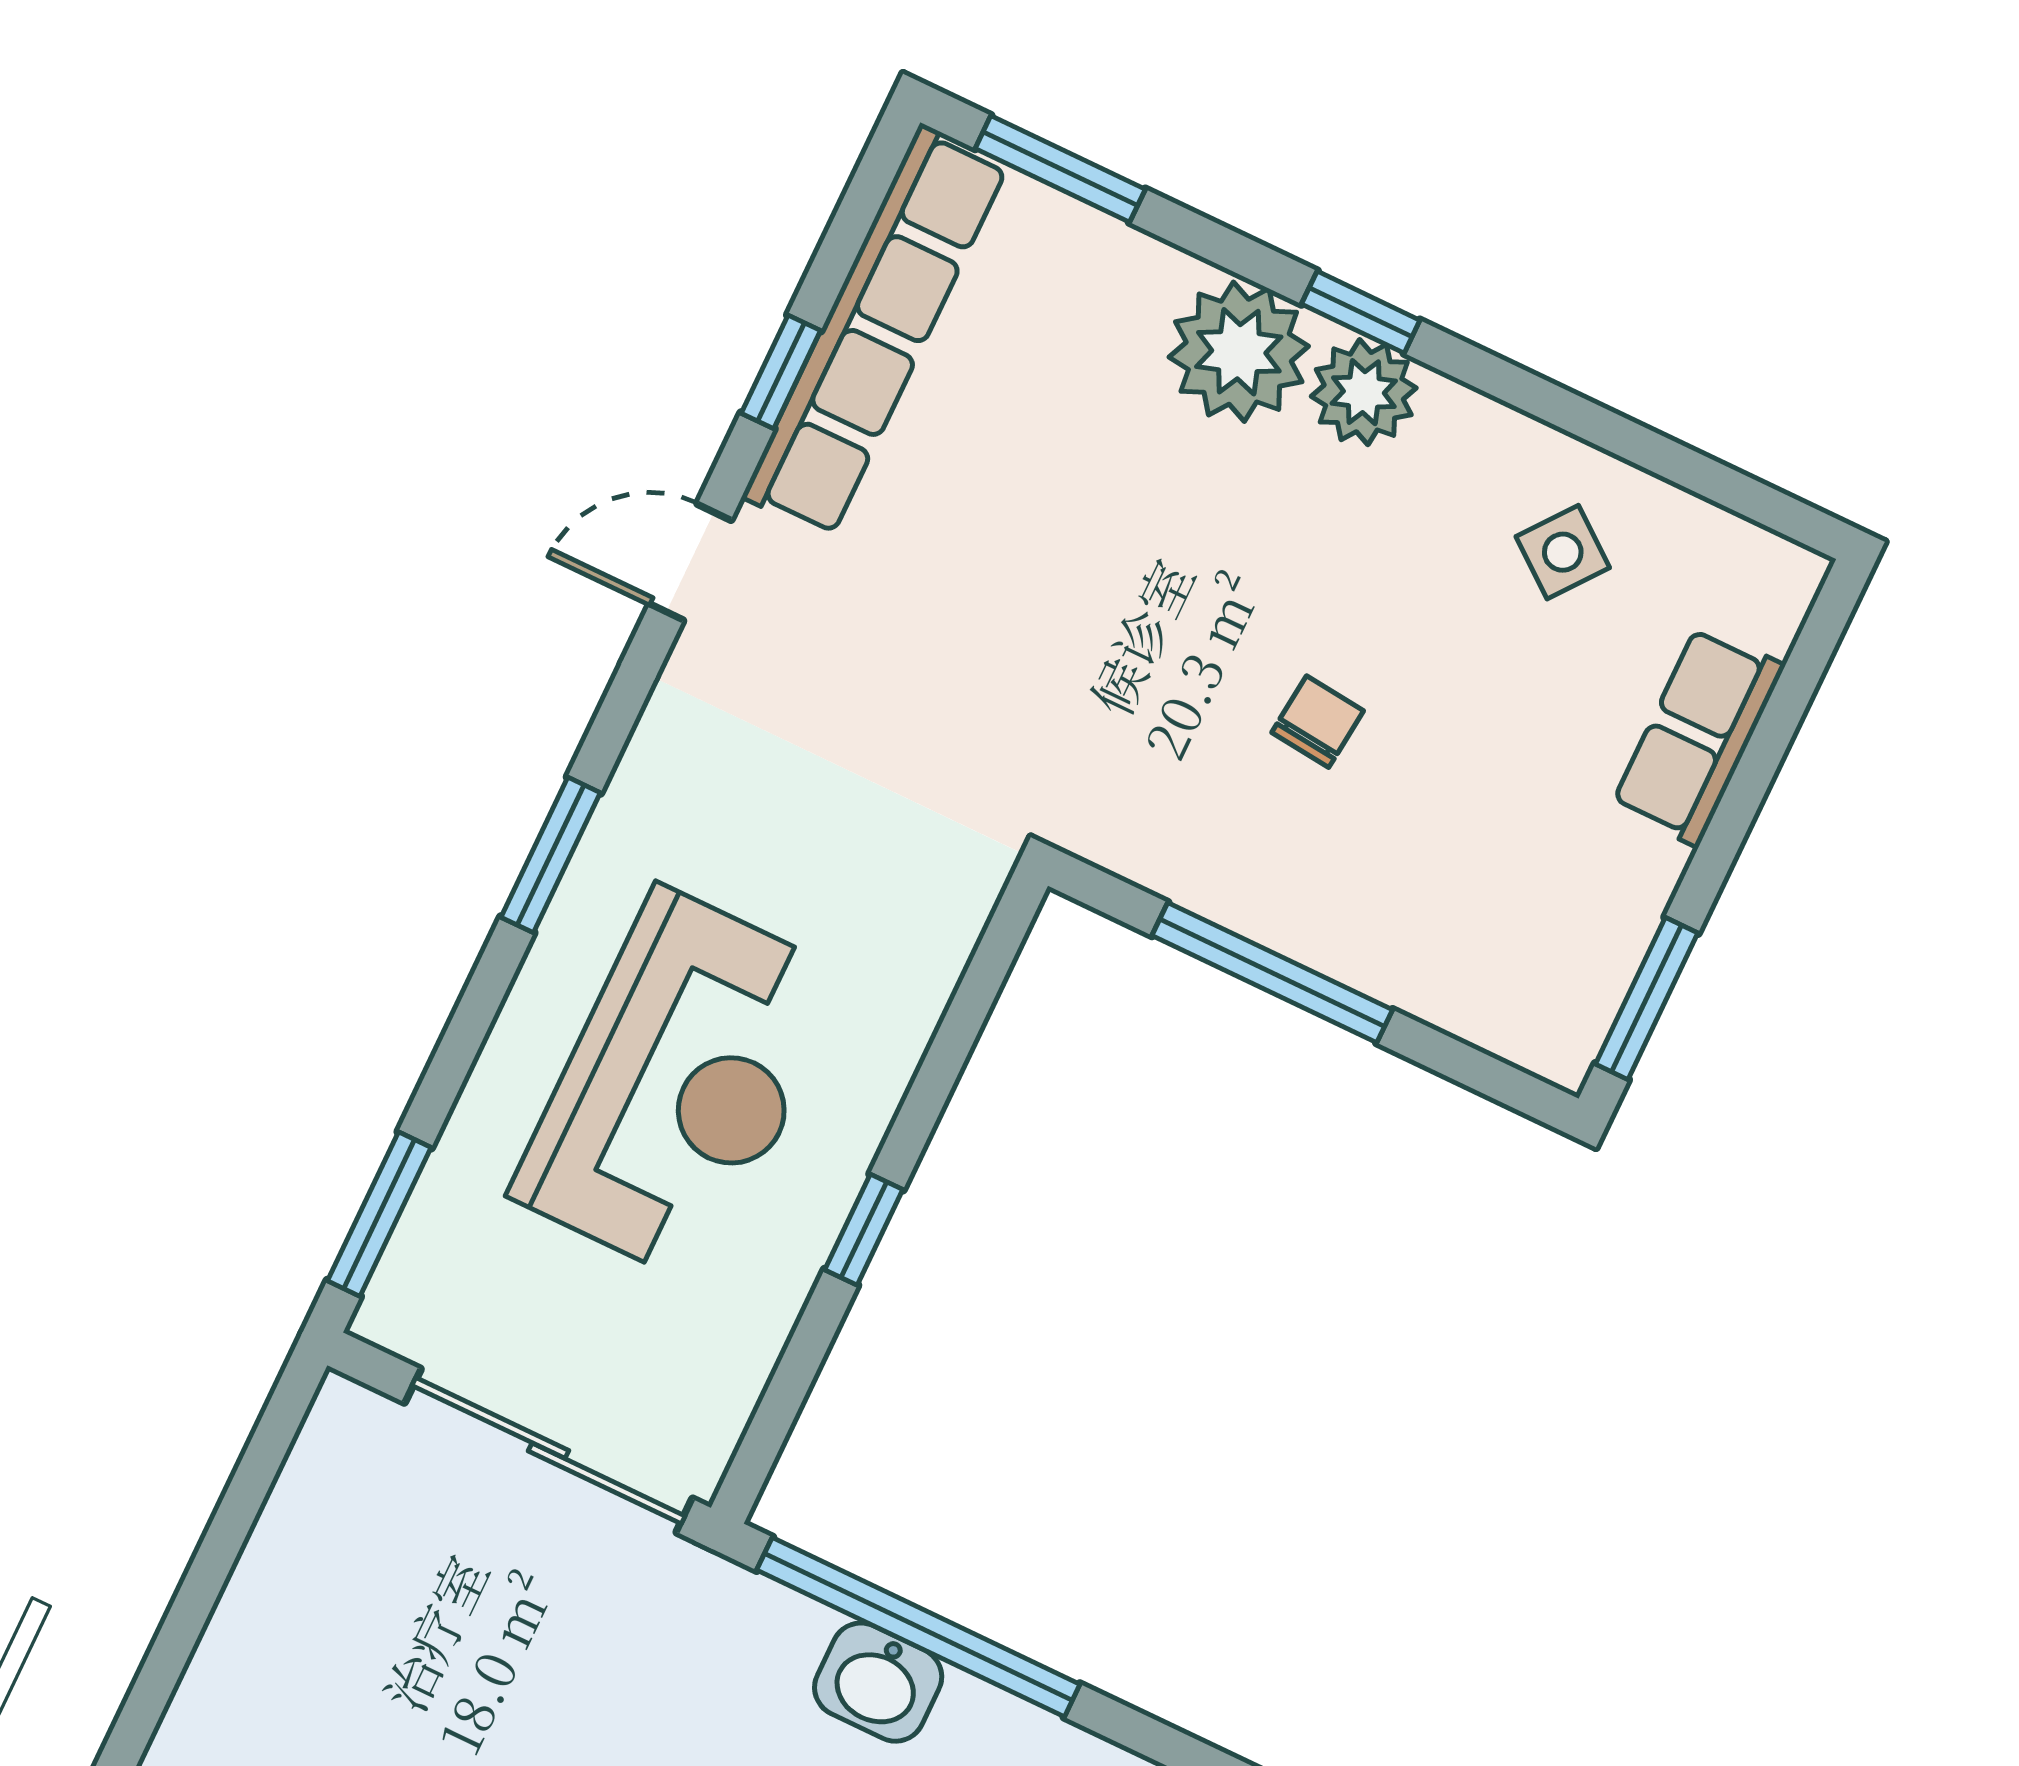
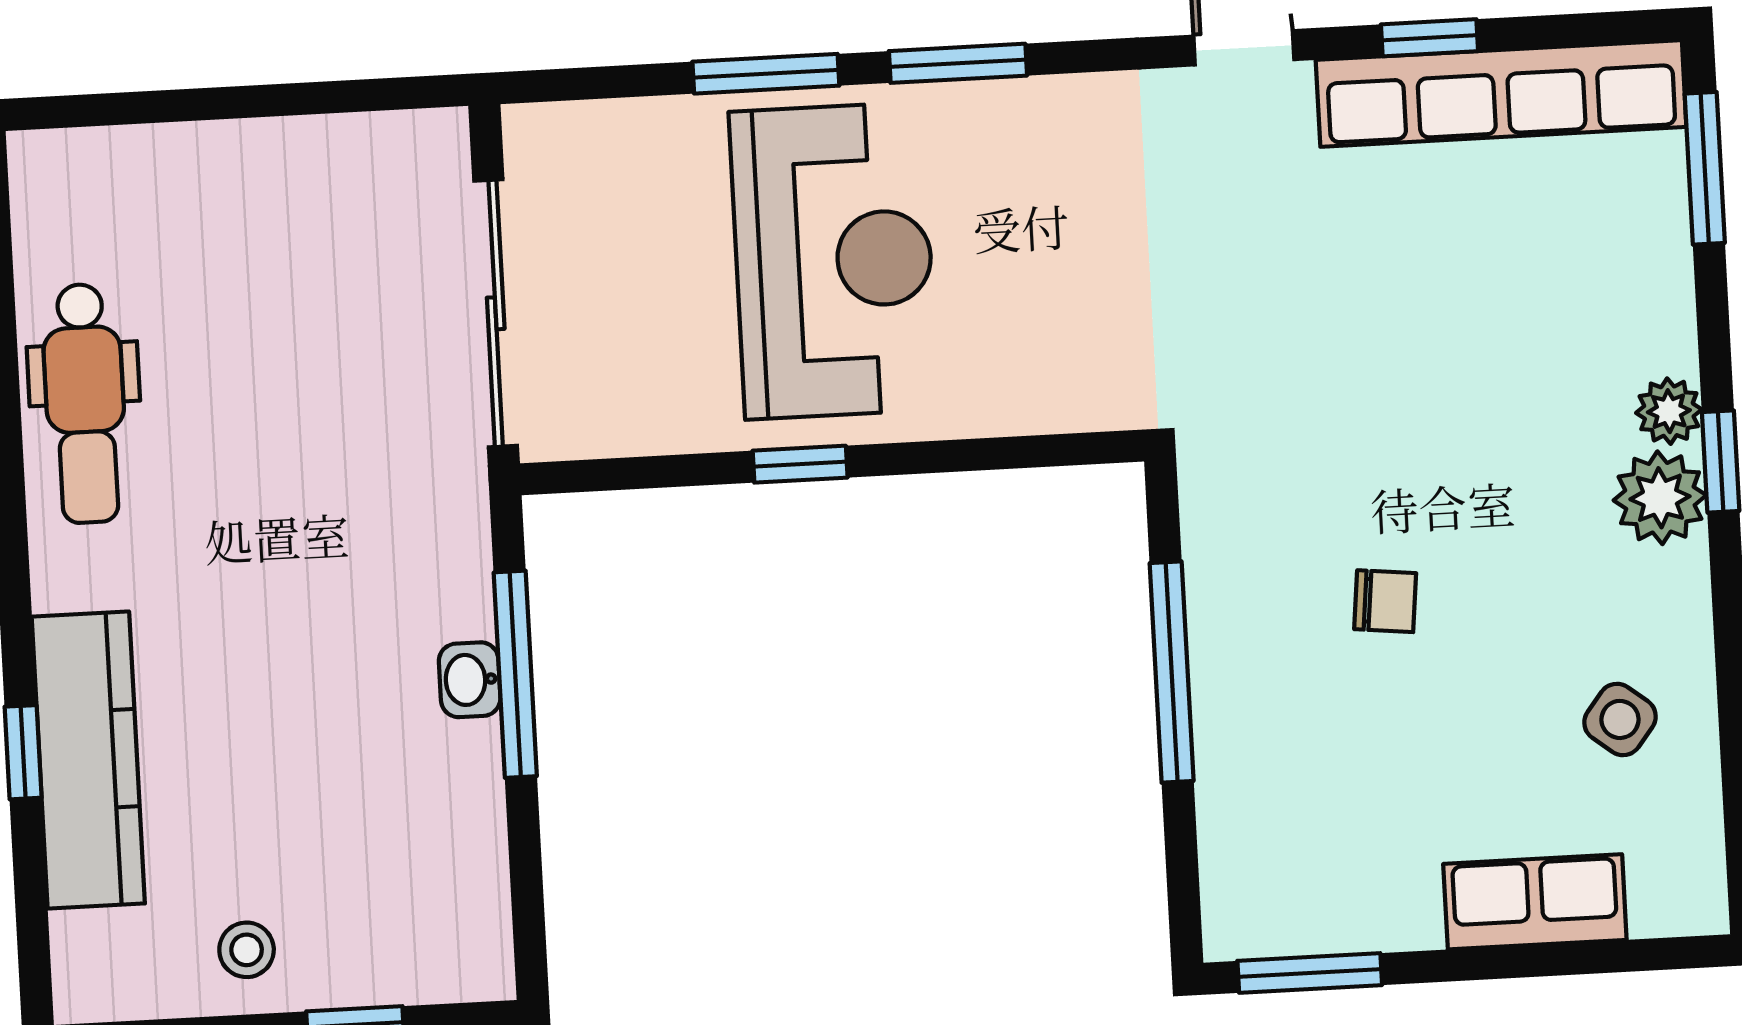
plant: (1239, 352) -> (1669, 411), width x0.53, depth x0.53
reception desk: (680, 1086) -> (834, 261), turned -90
window: (379, 1214) -> (766, 74), moved
window: (918, 1627) -> (515, 674), width x0.68
washbasin: (878, 1682) -> (470, 680), width x0.72, depth x0.69

